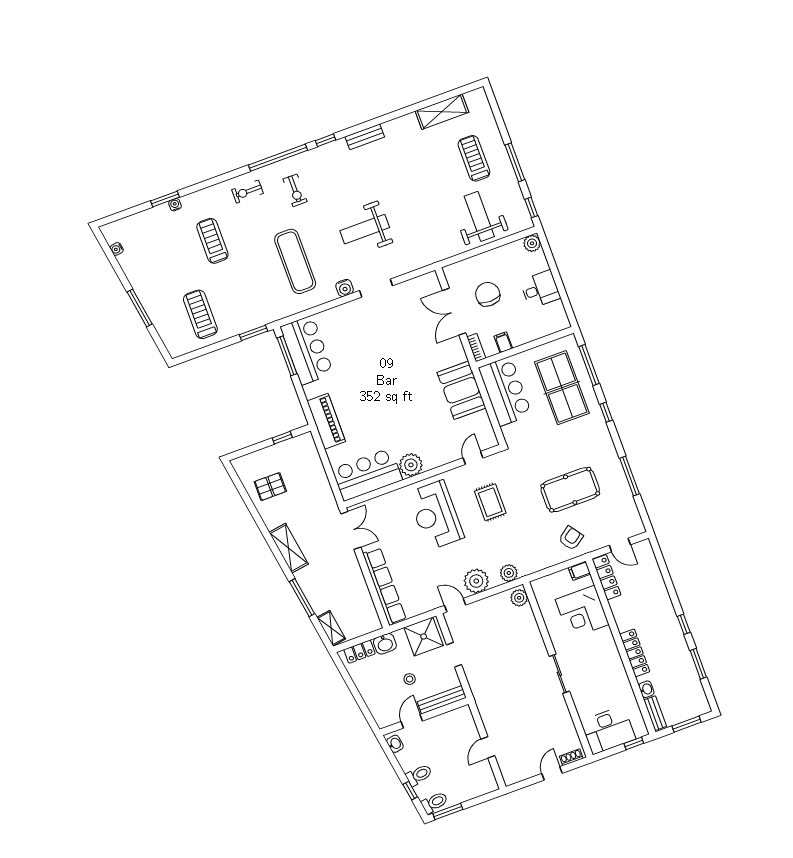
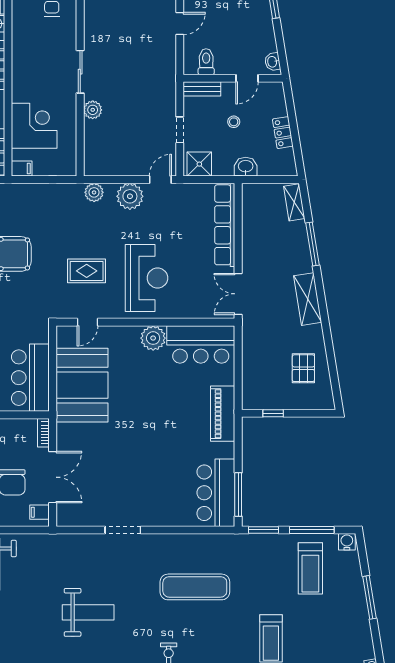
weight bench: (365, 229) -> (88, 612), moved
exercise mat: (295, 261) -> (195, 587), turned 90
water cooler: (345, 288) -> (347, 542), moved
filing cabinet: (503, 342) -> (40, 512), moved, turned 90
window: (211, 348) -> (312, 530), added
booth: (461, 390) -> (82, 385), width x1.36, depth x1.42
pallet: (270, 487) -> (303, 368), turned 90
rug: (490, 502) -> (87, 271), turned 90
armchair: (571, 538) -> (18, 205), removed
plant: (519, 598) -> (93, 110), moved
door: (455, 605) -> (160, 180), swing flipped
shower: (424, 636) -> (199, 164), width x0.73, depth x0.73
locker: (359, 652) -> (283, 133), moved, turned -99
bench: (442, 700) -> (202, 89), width x0.73
toilet: (419, 775) -> (206, 62), moved, turned 99

